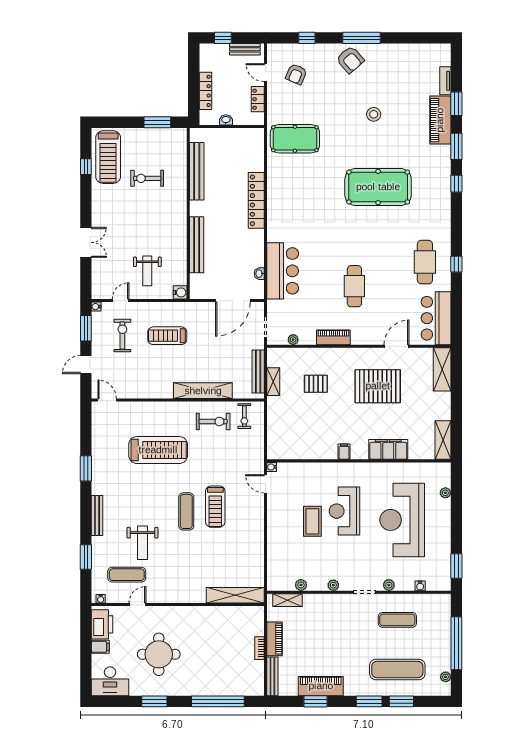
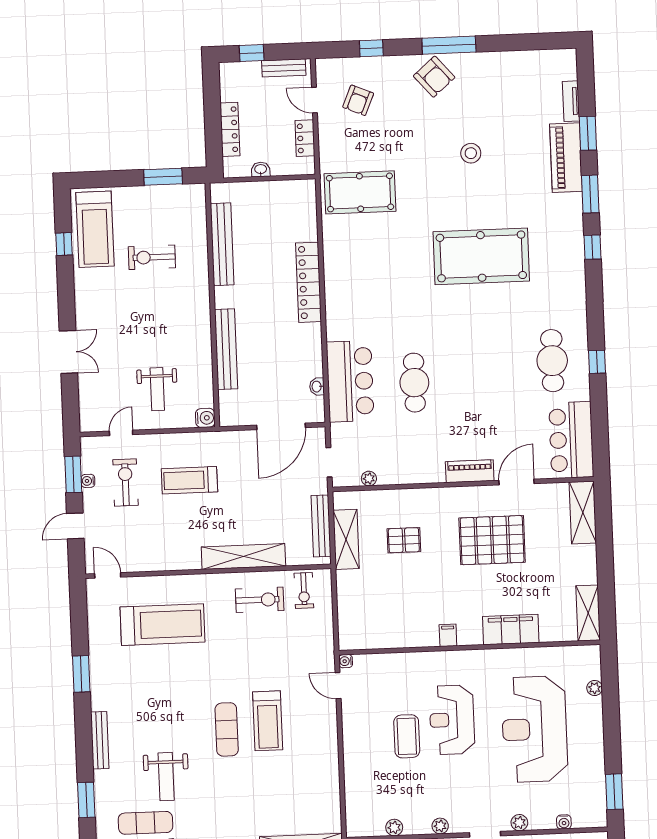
cafe table: (354, 286) -> (414, 383), moved
water cooler: (96, 307) -> (88, 481), moved
piano: (333, 337) -> (470, 471), moved
shelving: (273, 382) -> (346, 539), width x1.50, depth x1.33
treadmill: (158, 450) -> (162, 625), moved

